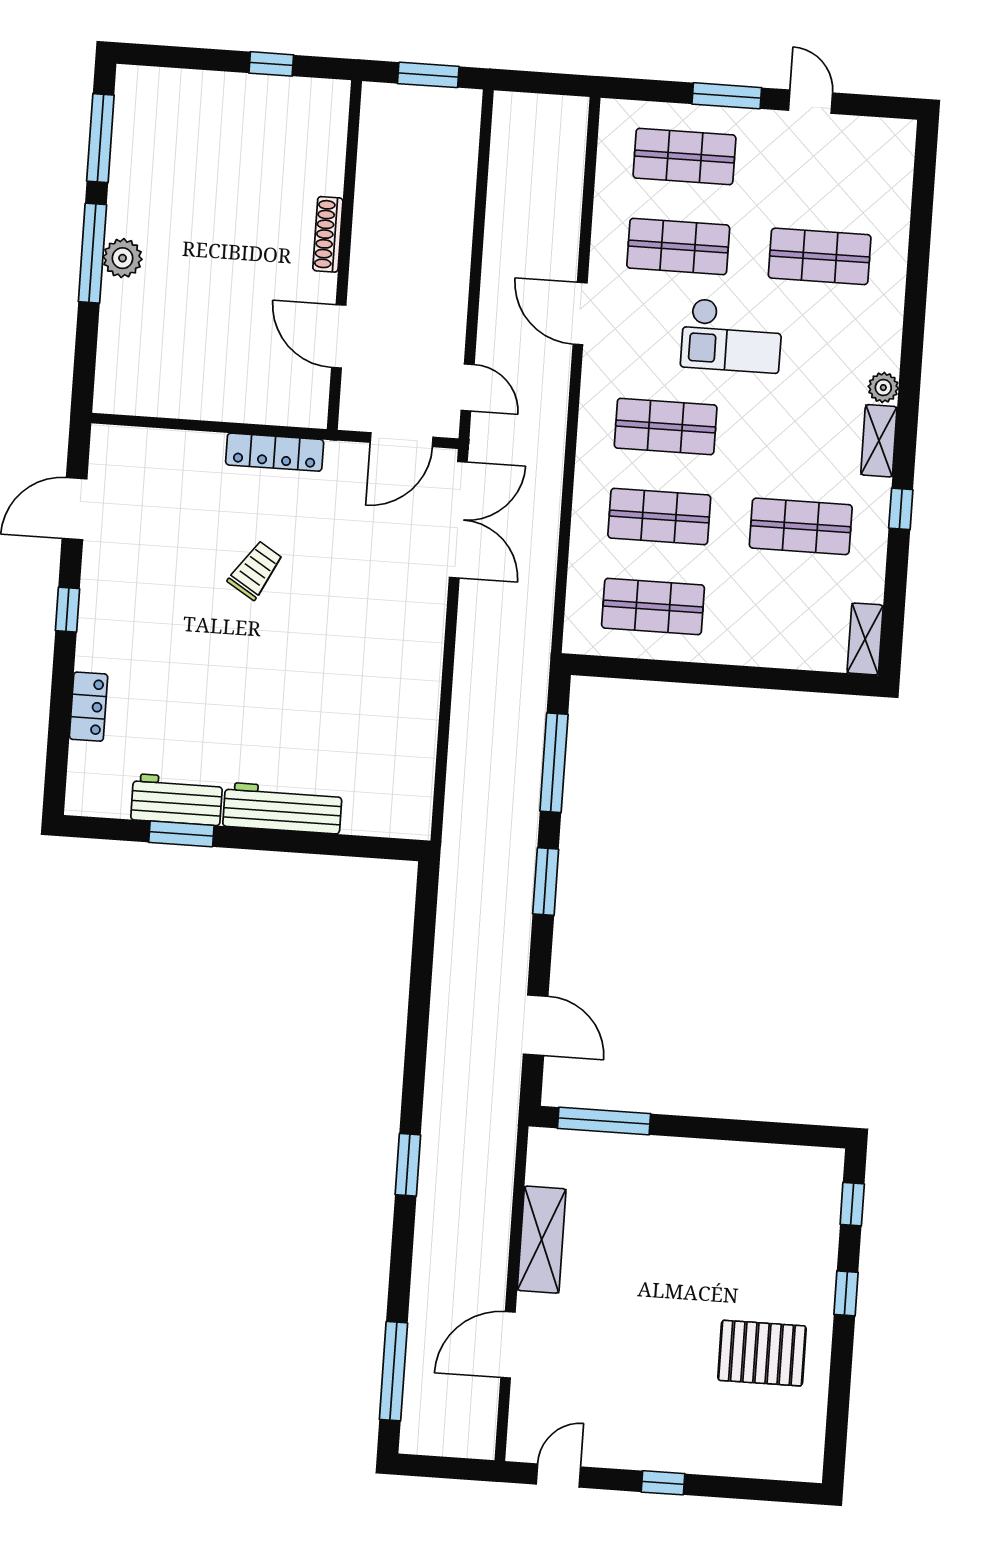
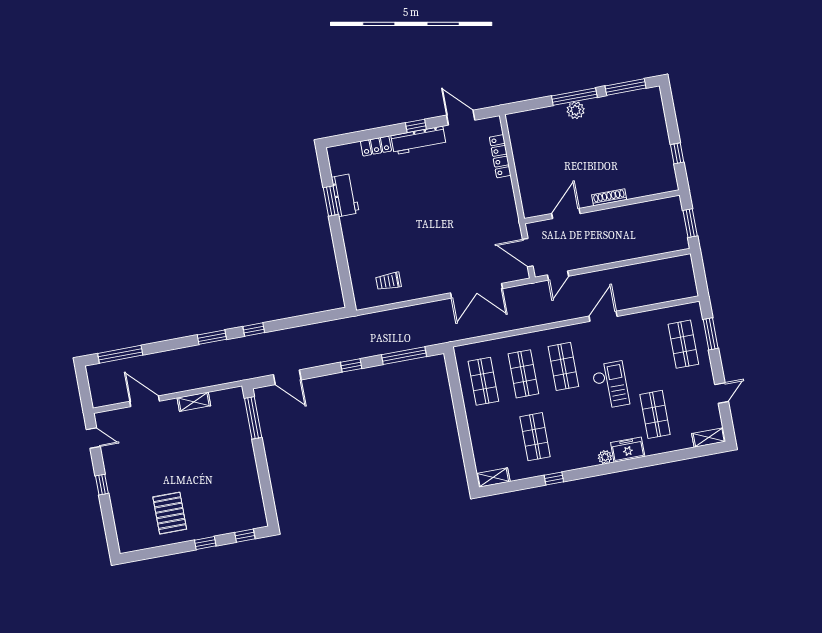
window: (727, 96) -> (711, 334), moved
shop shelf: (678, 246) -> (643, 352), removed
freezer: (880, 335) -> (628, 450), added
checkout: (732, 336) -> (611, 385), turned 180
shelving: (879, 441) -> (709, 438), moved
locker: (275, 452) -> (500, 156), moved
double door: (458, 520) -> (476, 291), moved
trolley: (255, 570) -> (388, 281), moved, turned 148
workbench: (282, 808) -> (418, 140), moved, turned 90
window: (546, 882) -> (351, 365), width x0.67
door: (536, 1025) -> (287, 377), hinge flipped
window: (414, 1071) -> (254, 329), added
shelving: (542, 1240) -> (194, 402), width x0.67, depth x0.75

